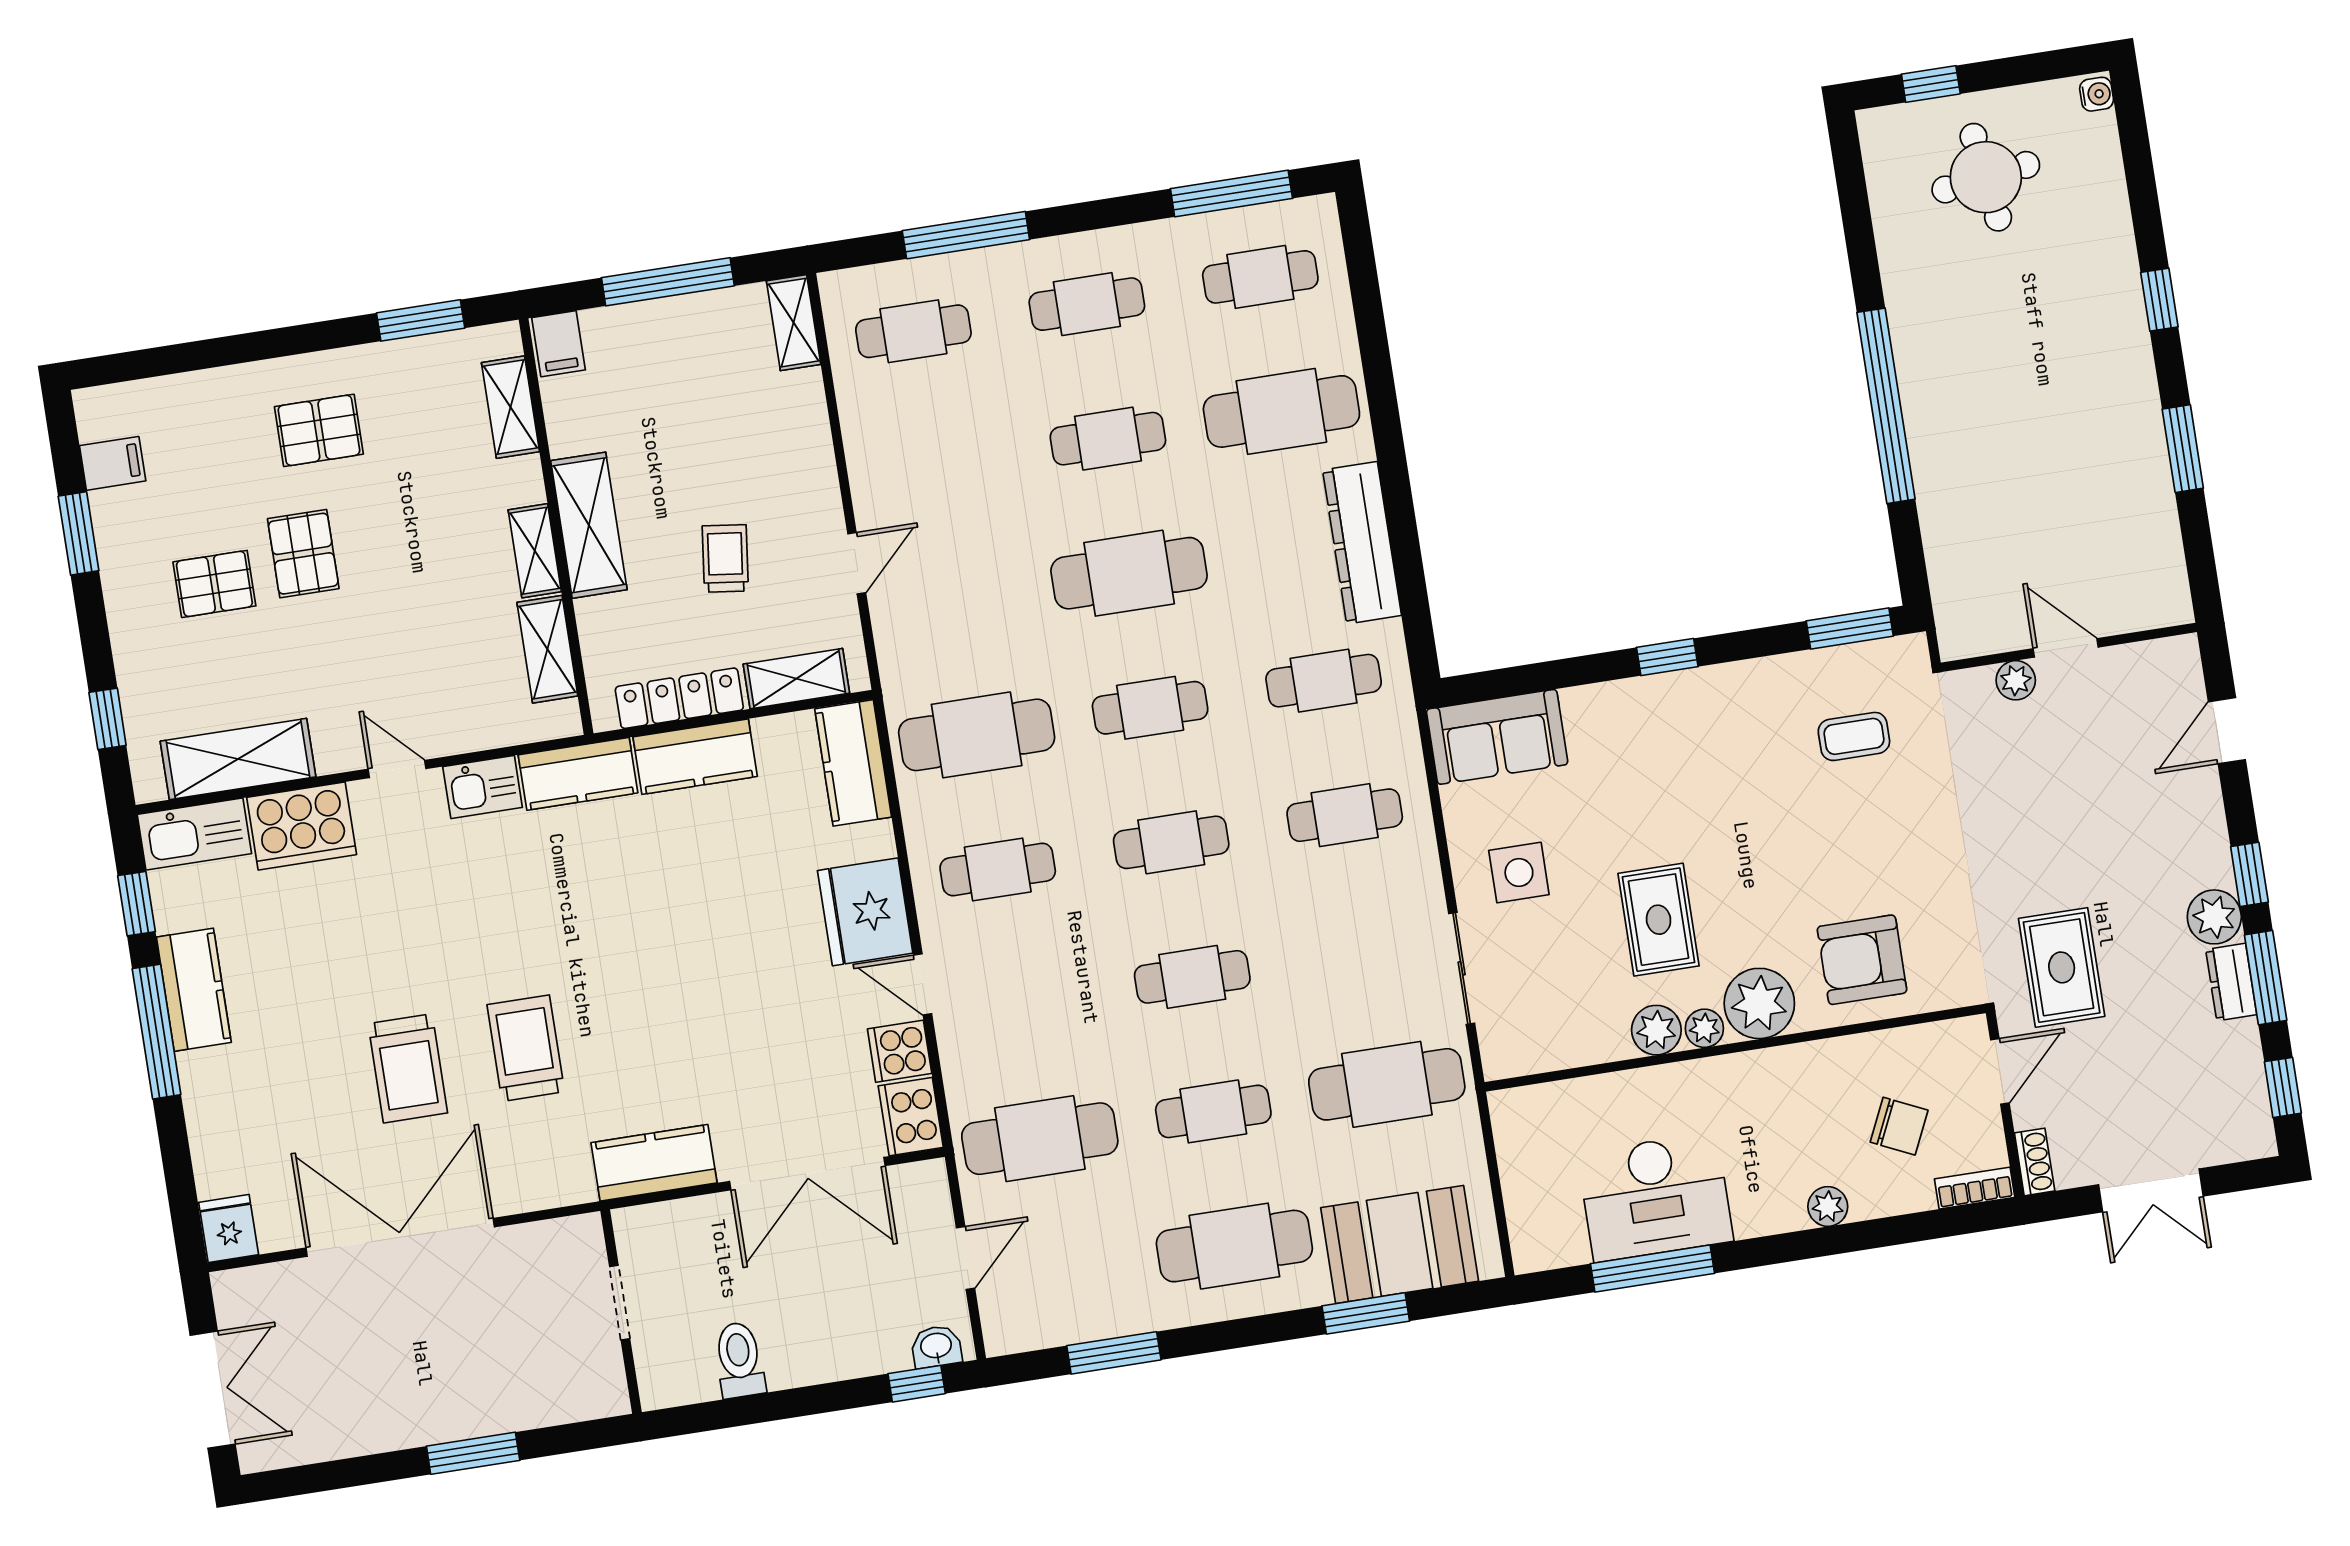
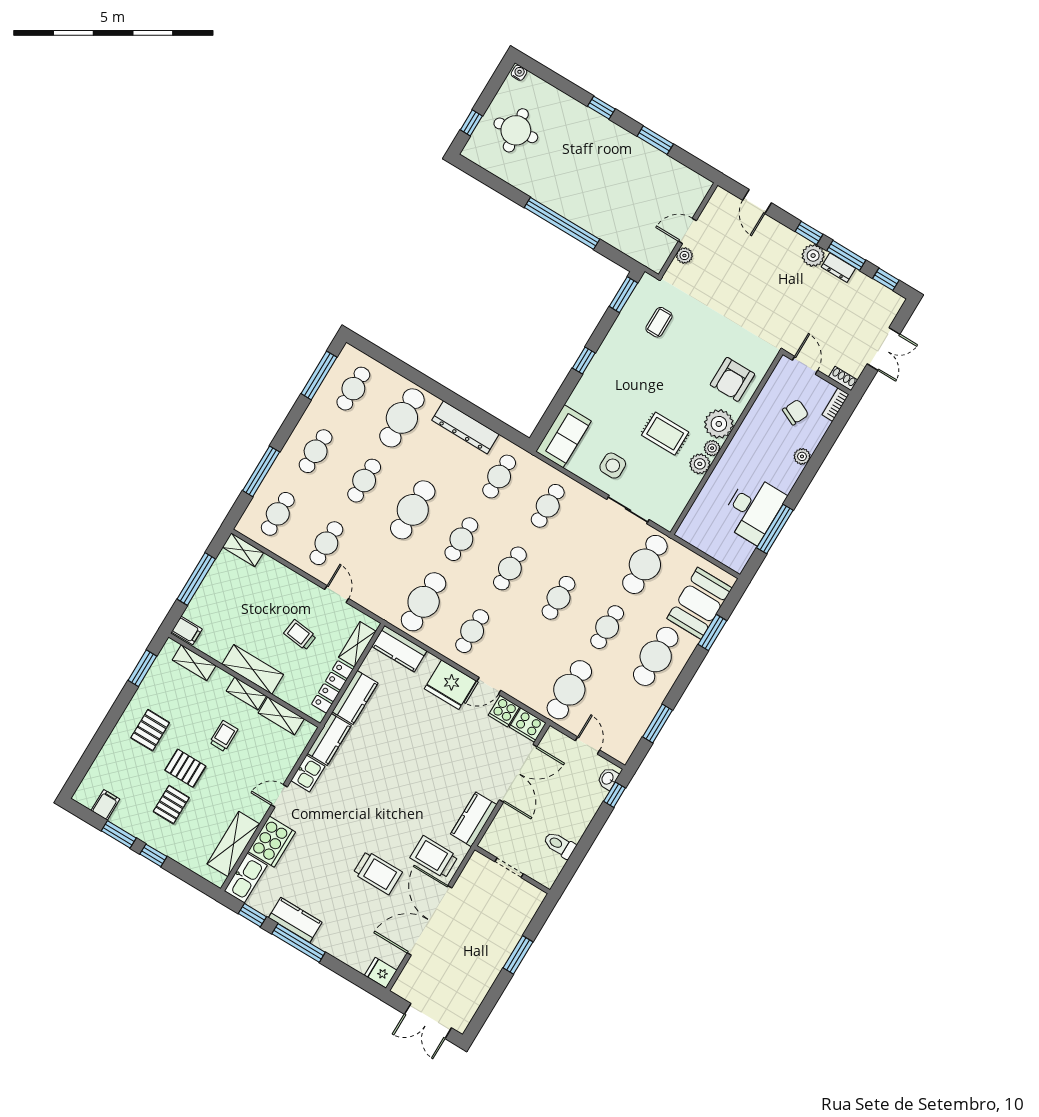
cafe table: (934, 466) -> (326, 543), added
trolley: (422, 574) -> (224, 736), added
window: (108, 719) -> (153, 855), moved
rug: (2062, 967) -> (788, 318), removed
trolley: (526, 1048) -> (434, 857), moved
double door: (213, 1390) -> (428, 1021), swing flipped

